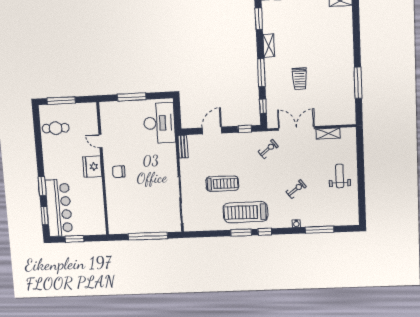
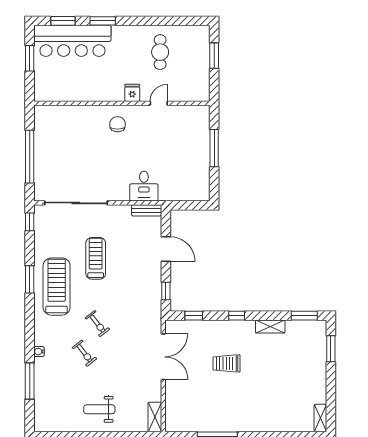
window: (261, 73) -> (237, 316), width x0.46
window: (61, 101) -> (214, 56), width x0.69
desk: (159, 123) -> (144, 186), moved, width x0.53, depth x0.77
cafe table: (56, 128) -> (160, 52), moved
shelving: (328, 133) -> (155, 417), moved
exercise bike: (268, 149) -> (97, 324), moved
fridge: (92, 167) -> (132, 93), width x0.53, depth x0.75
weight bench: (340, 176) -> (99, 409), turned 180
treadmill: (222, 184) -> (96, 258), turned 180
window: (265, 232) -> (30, 222), moved

